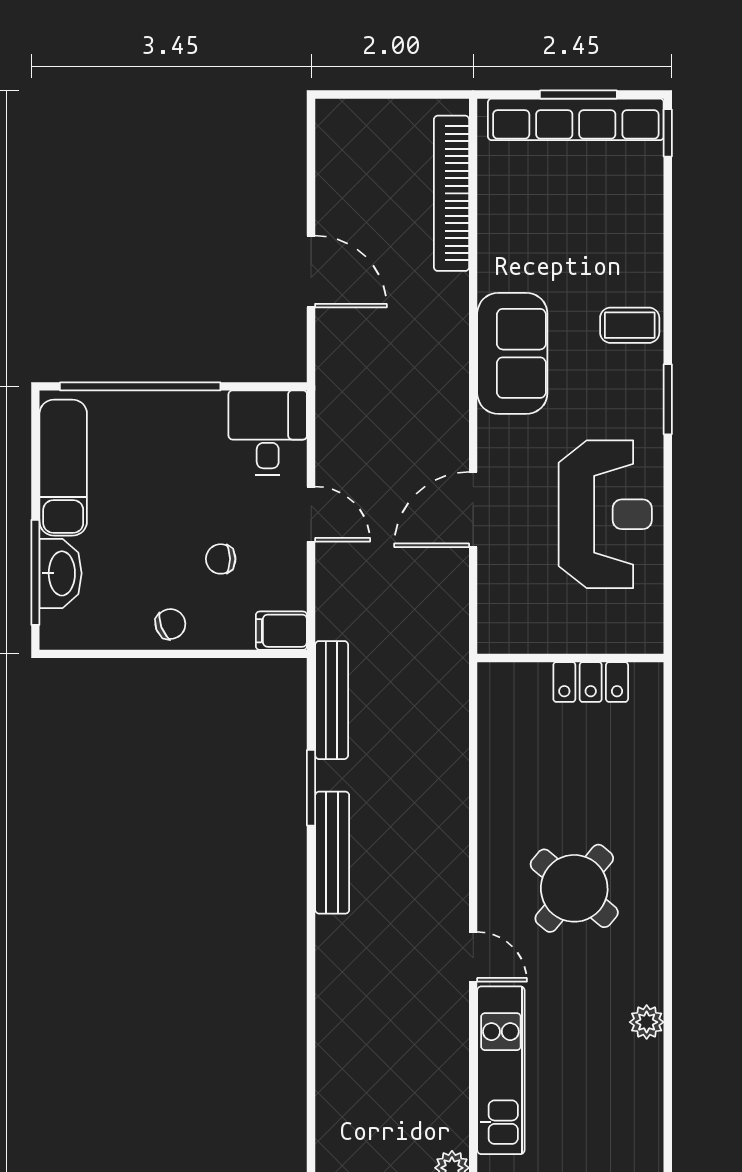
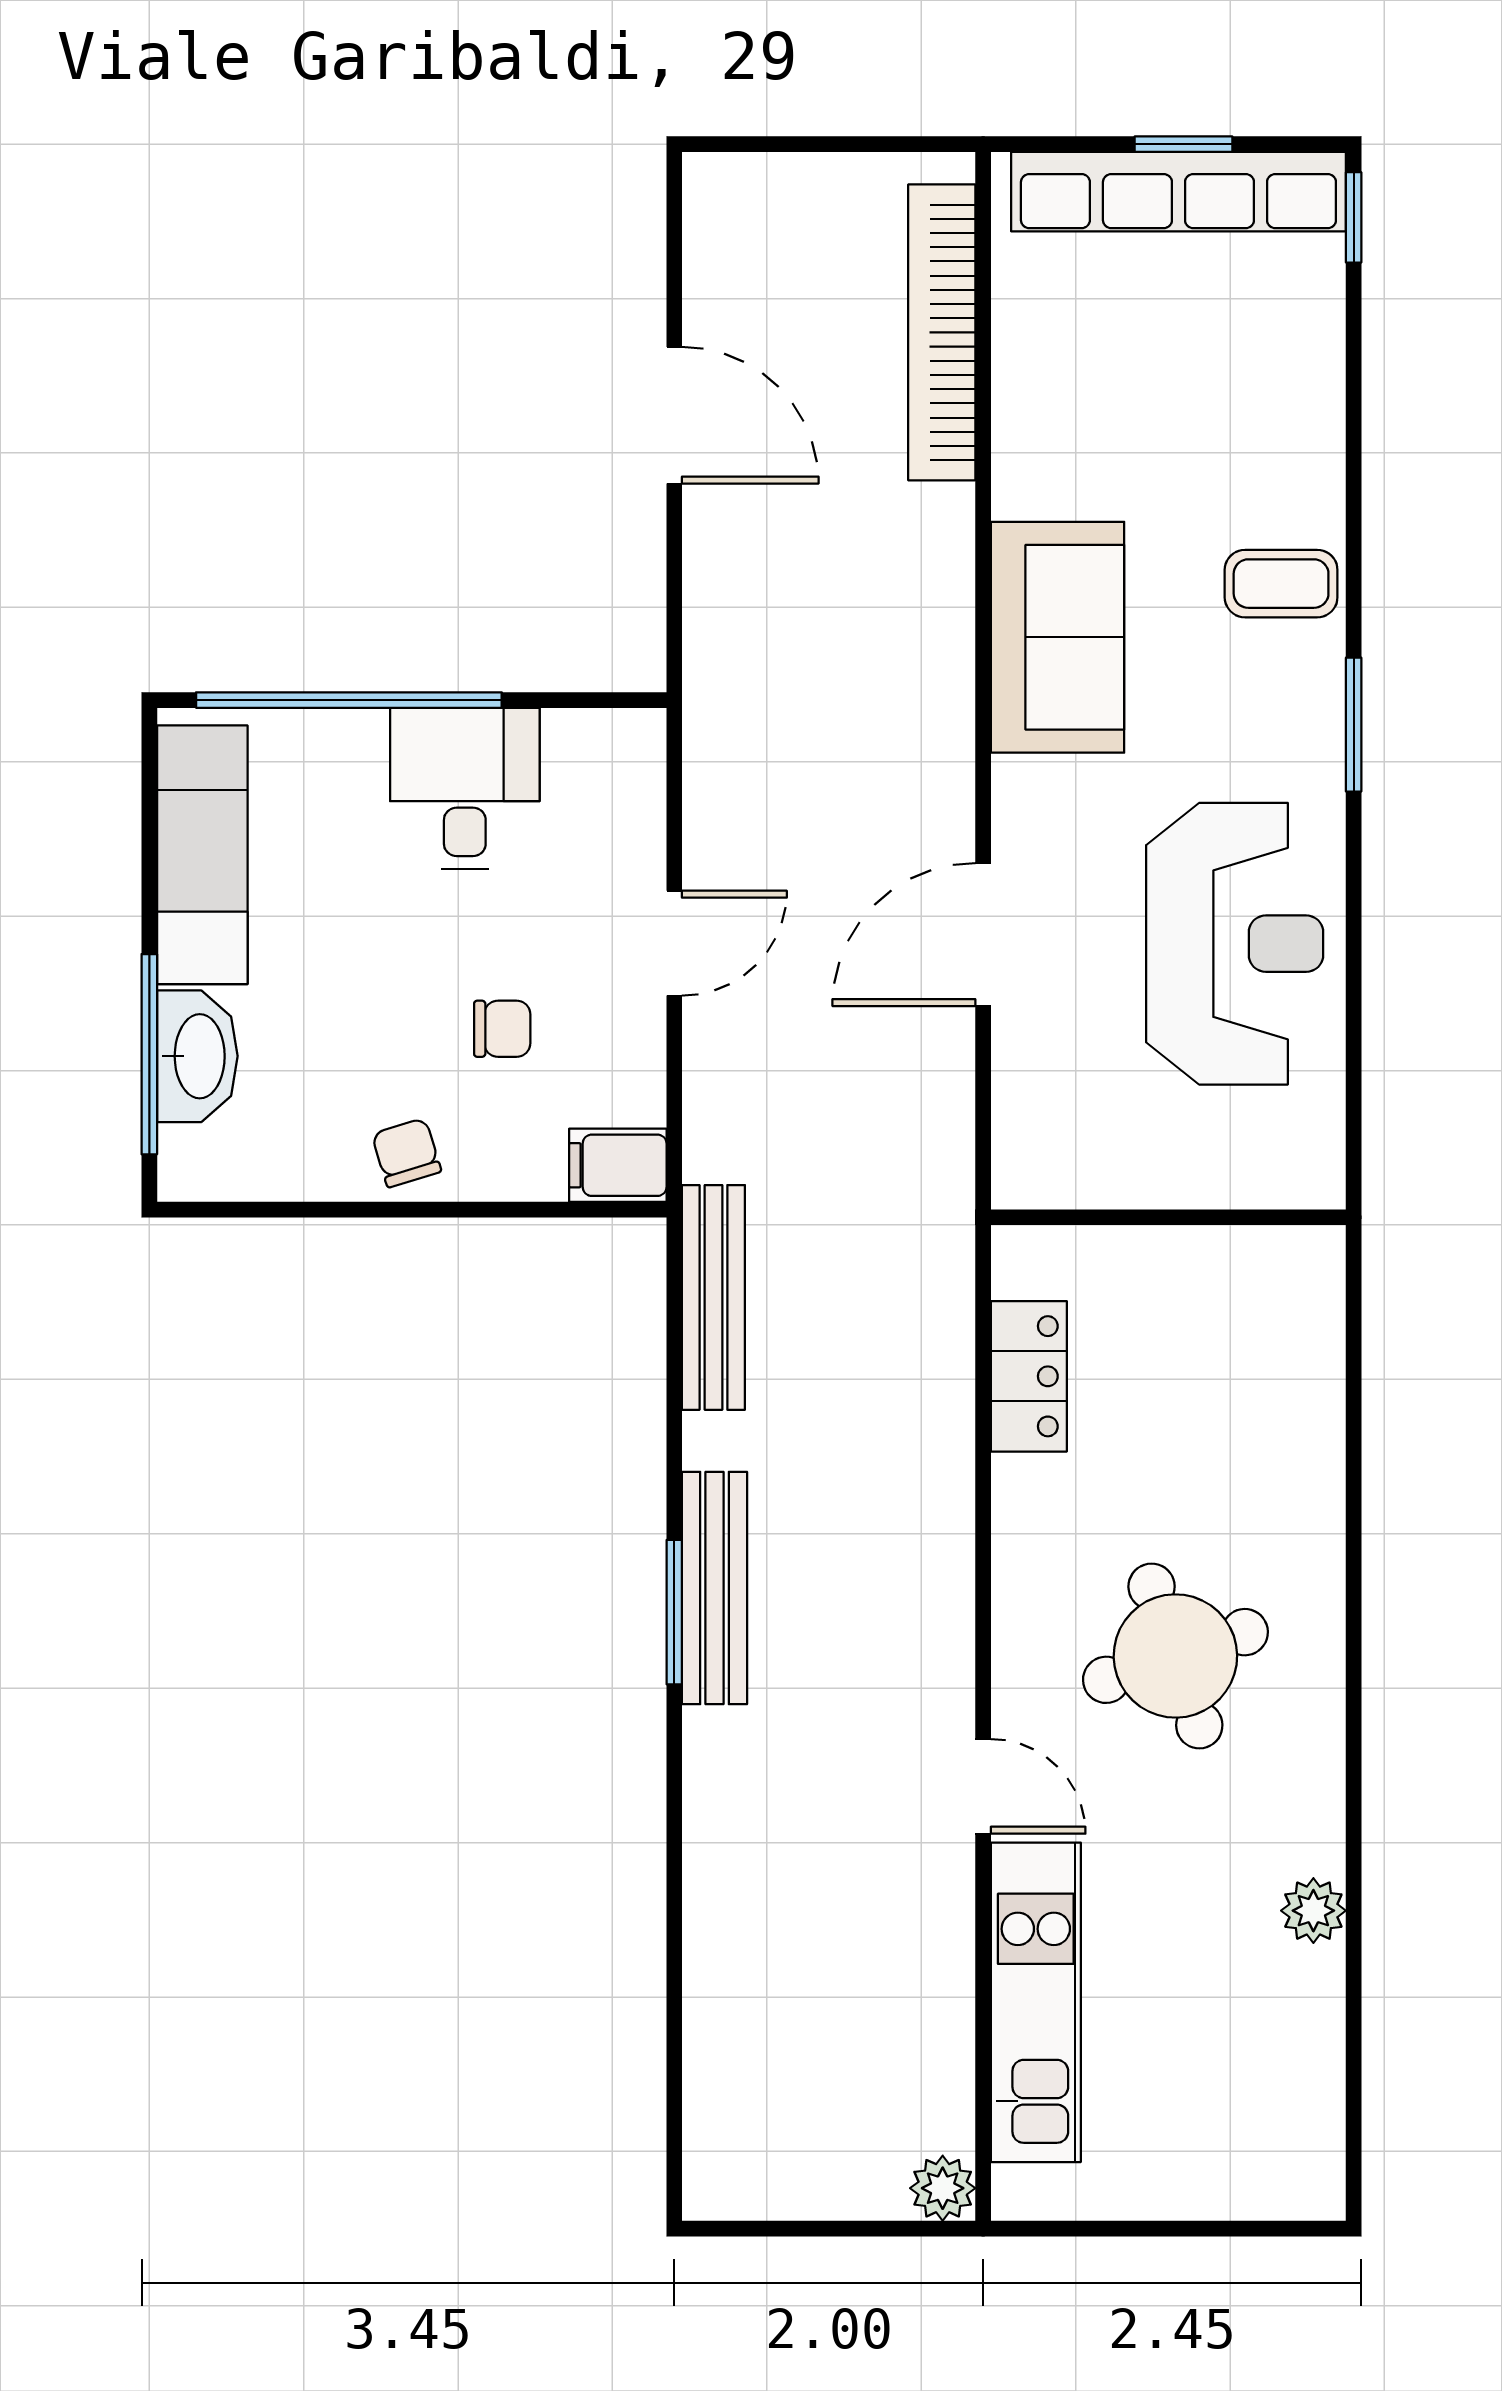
window: (578, 94) -> (1184, 144), width x0.67
door: (311, 272) -> (674, 415), moved
desk: (268, 433) -> (465, 788), moved
door: (311, 514) -> (674, 943), hinge flipped
chair: (221, 559) -> (502, 1029), turned 180
chair: (170, 624) -> (406, 1153), turned -86
locker: (591, 682) -> (1029, 1376), moved, turned -90
window: (311, 788) -> (674, 1612), moved
round table: (574, 888) -> (1175, 1656), turned 31

